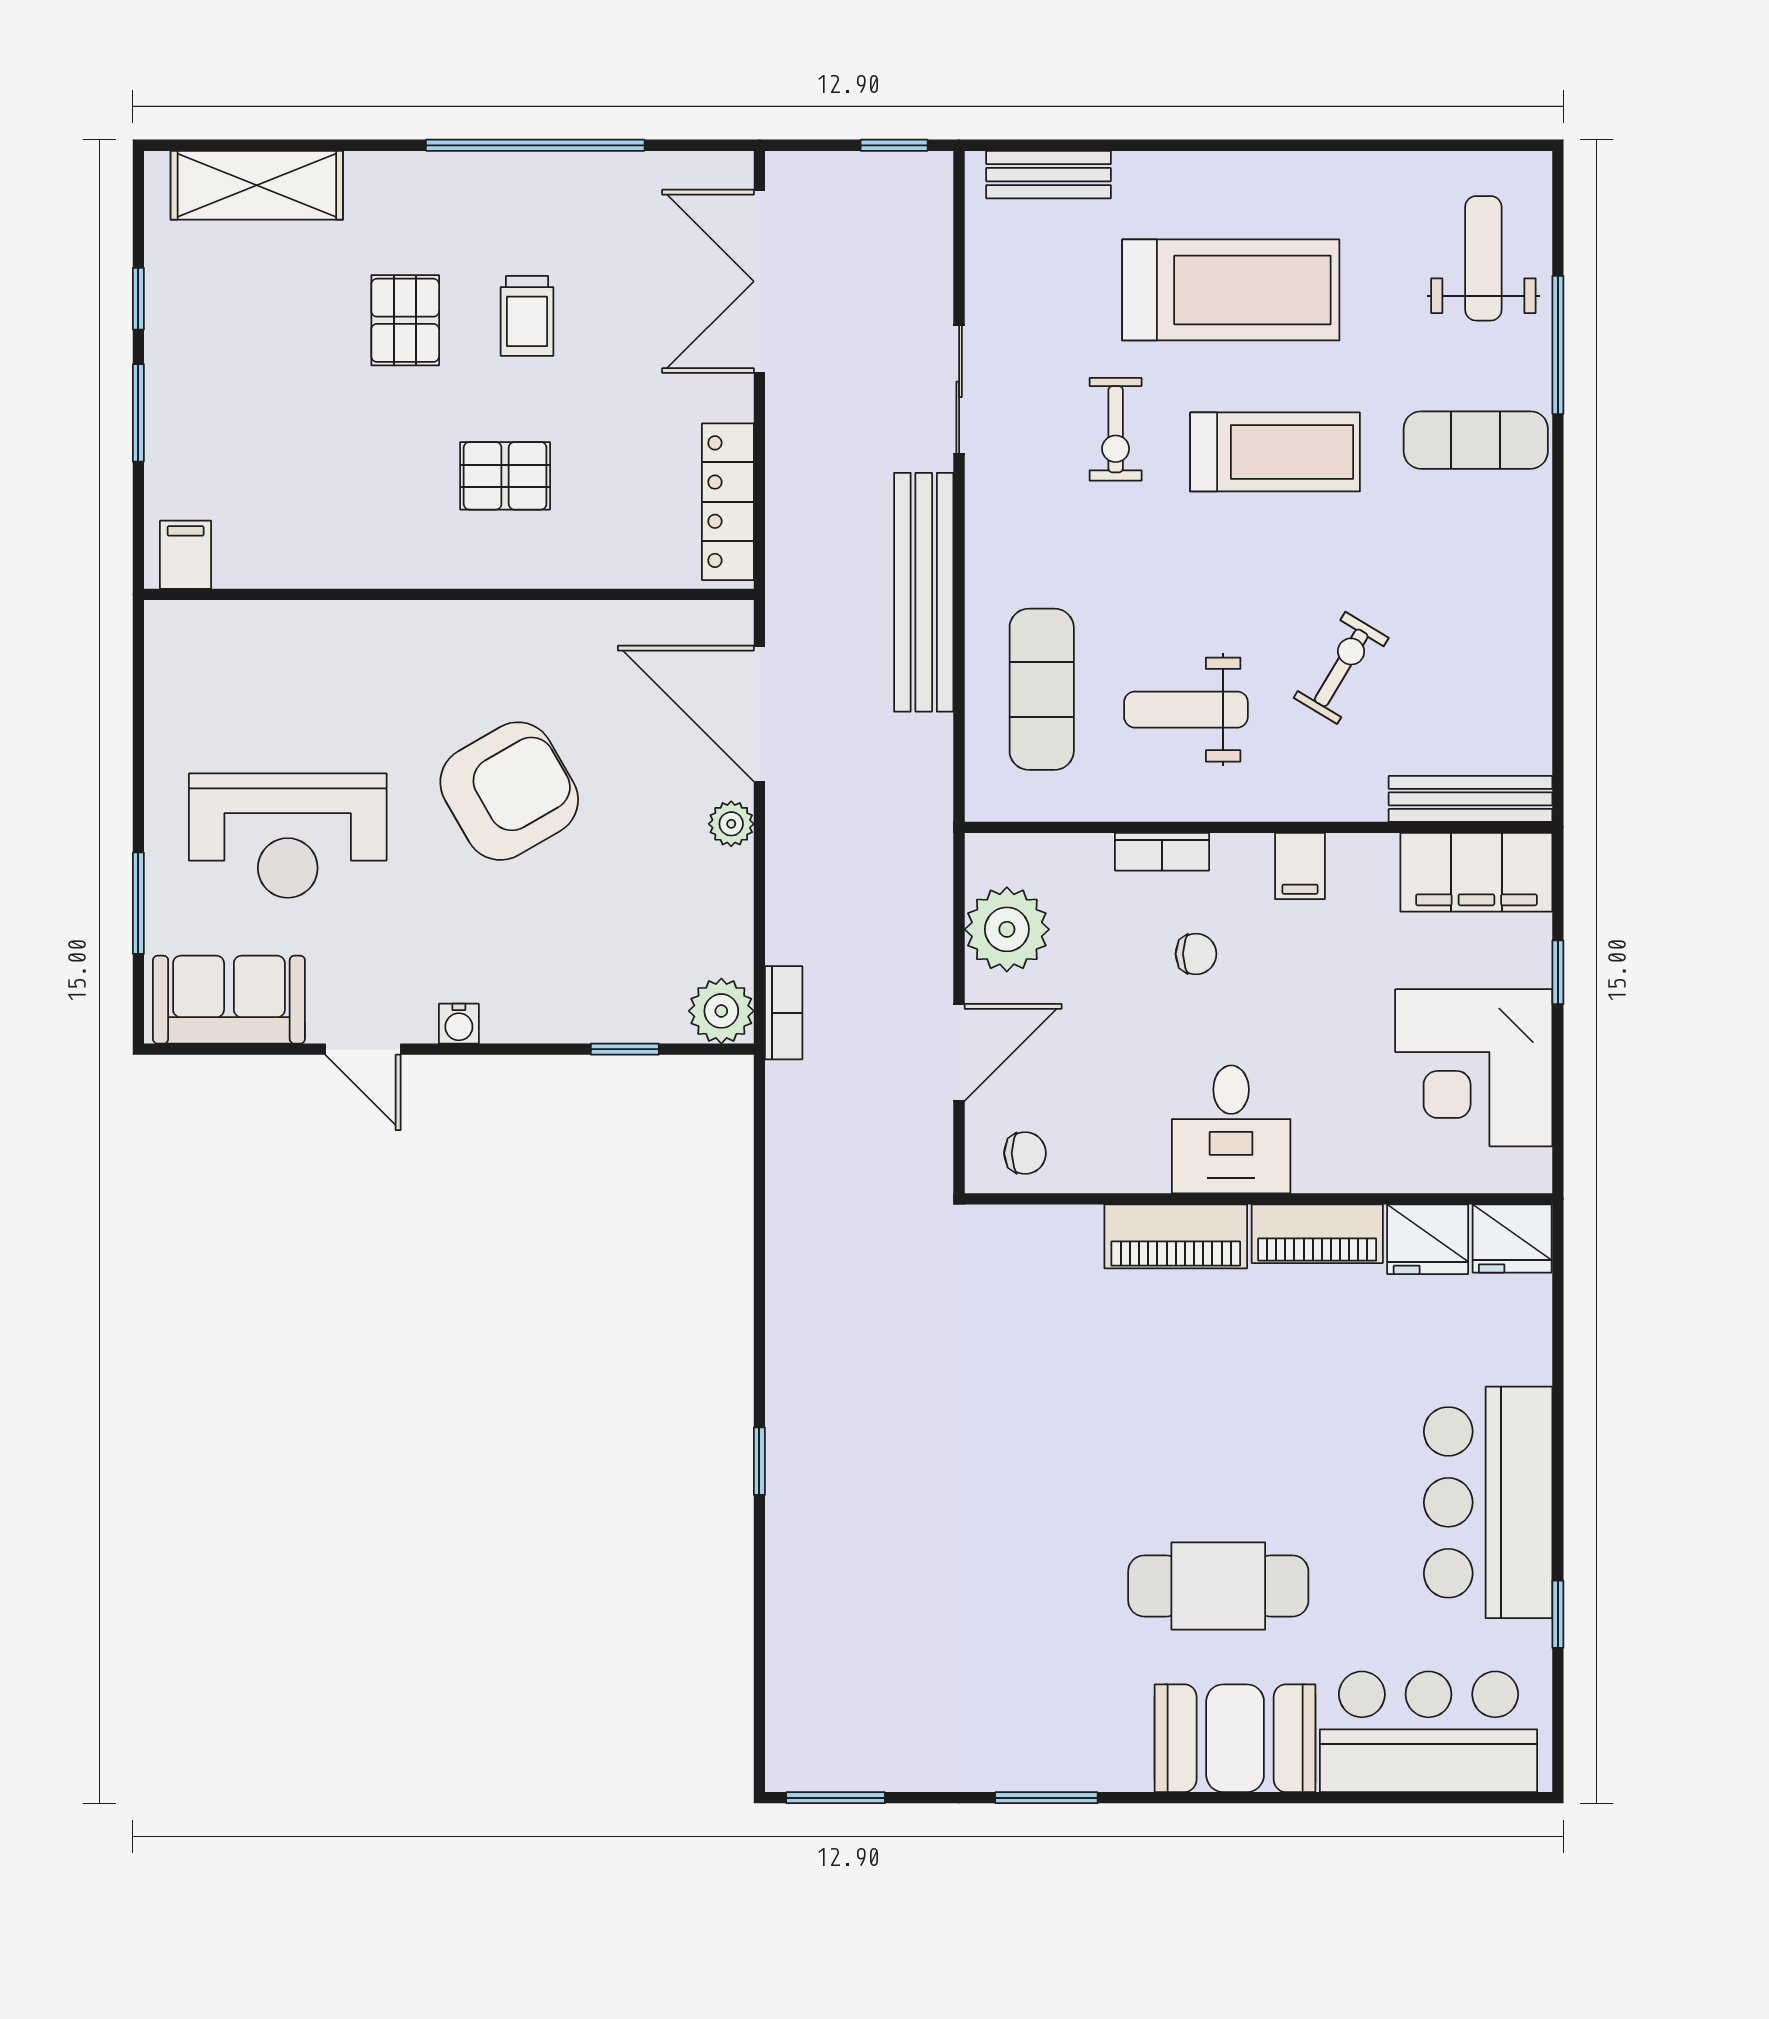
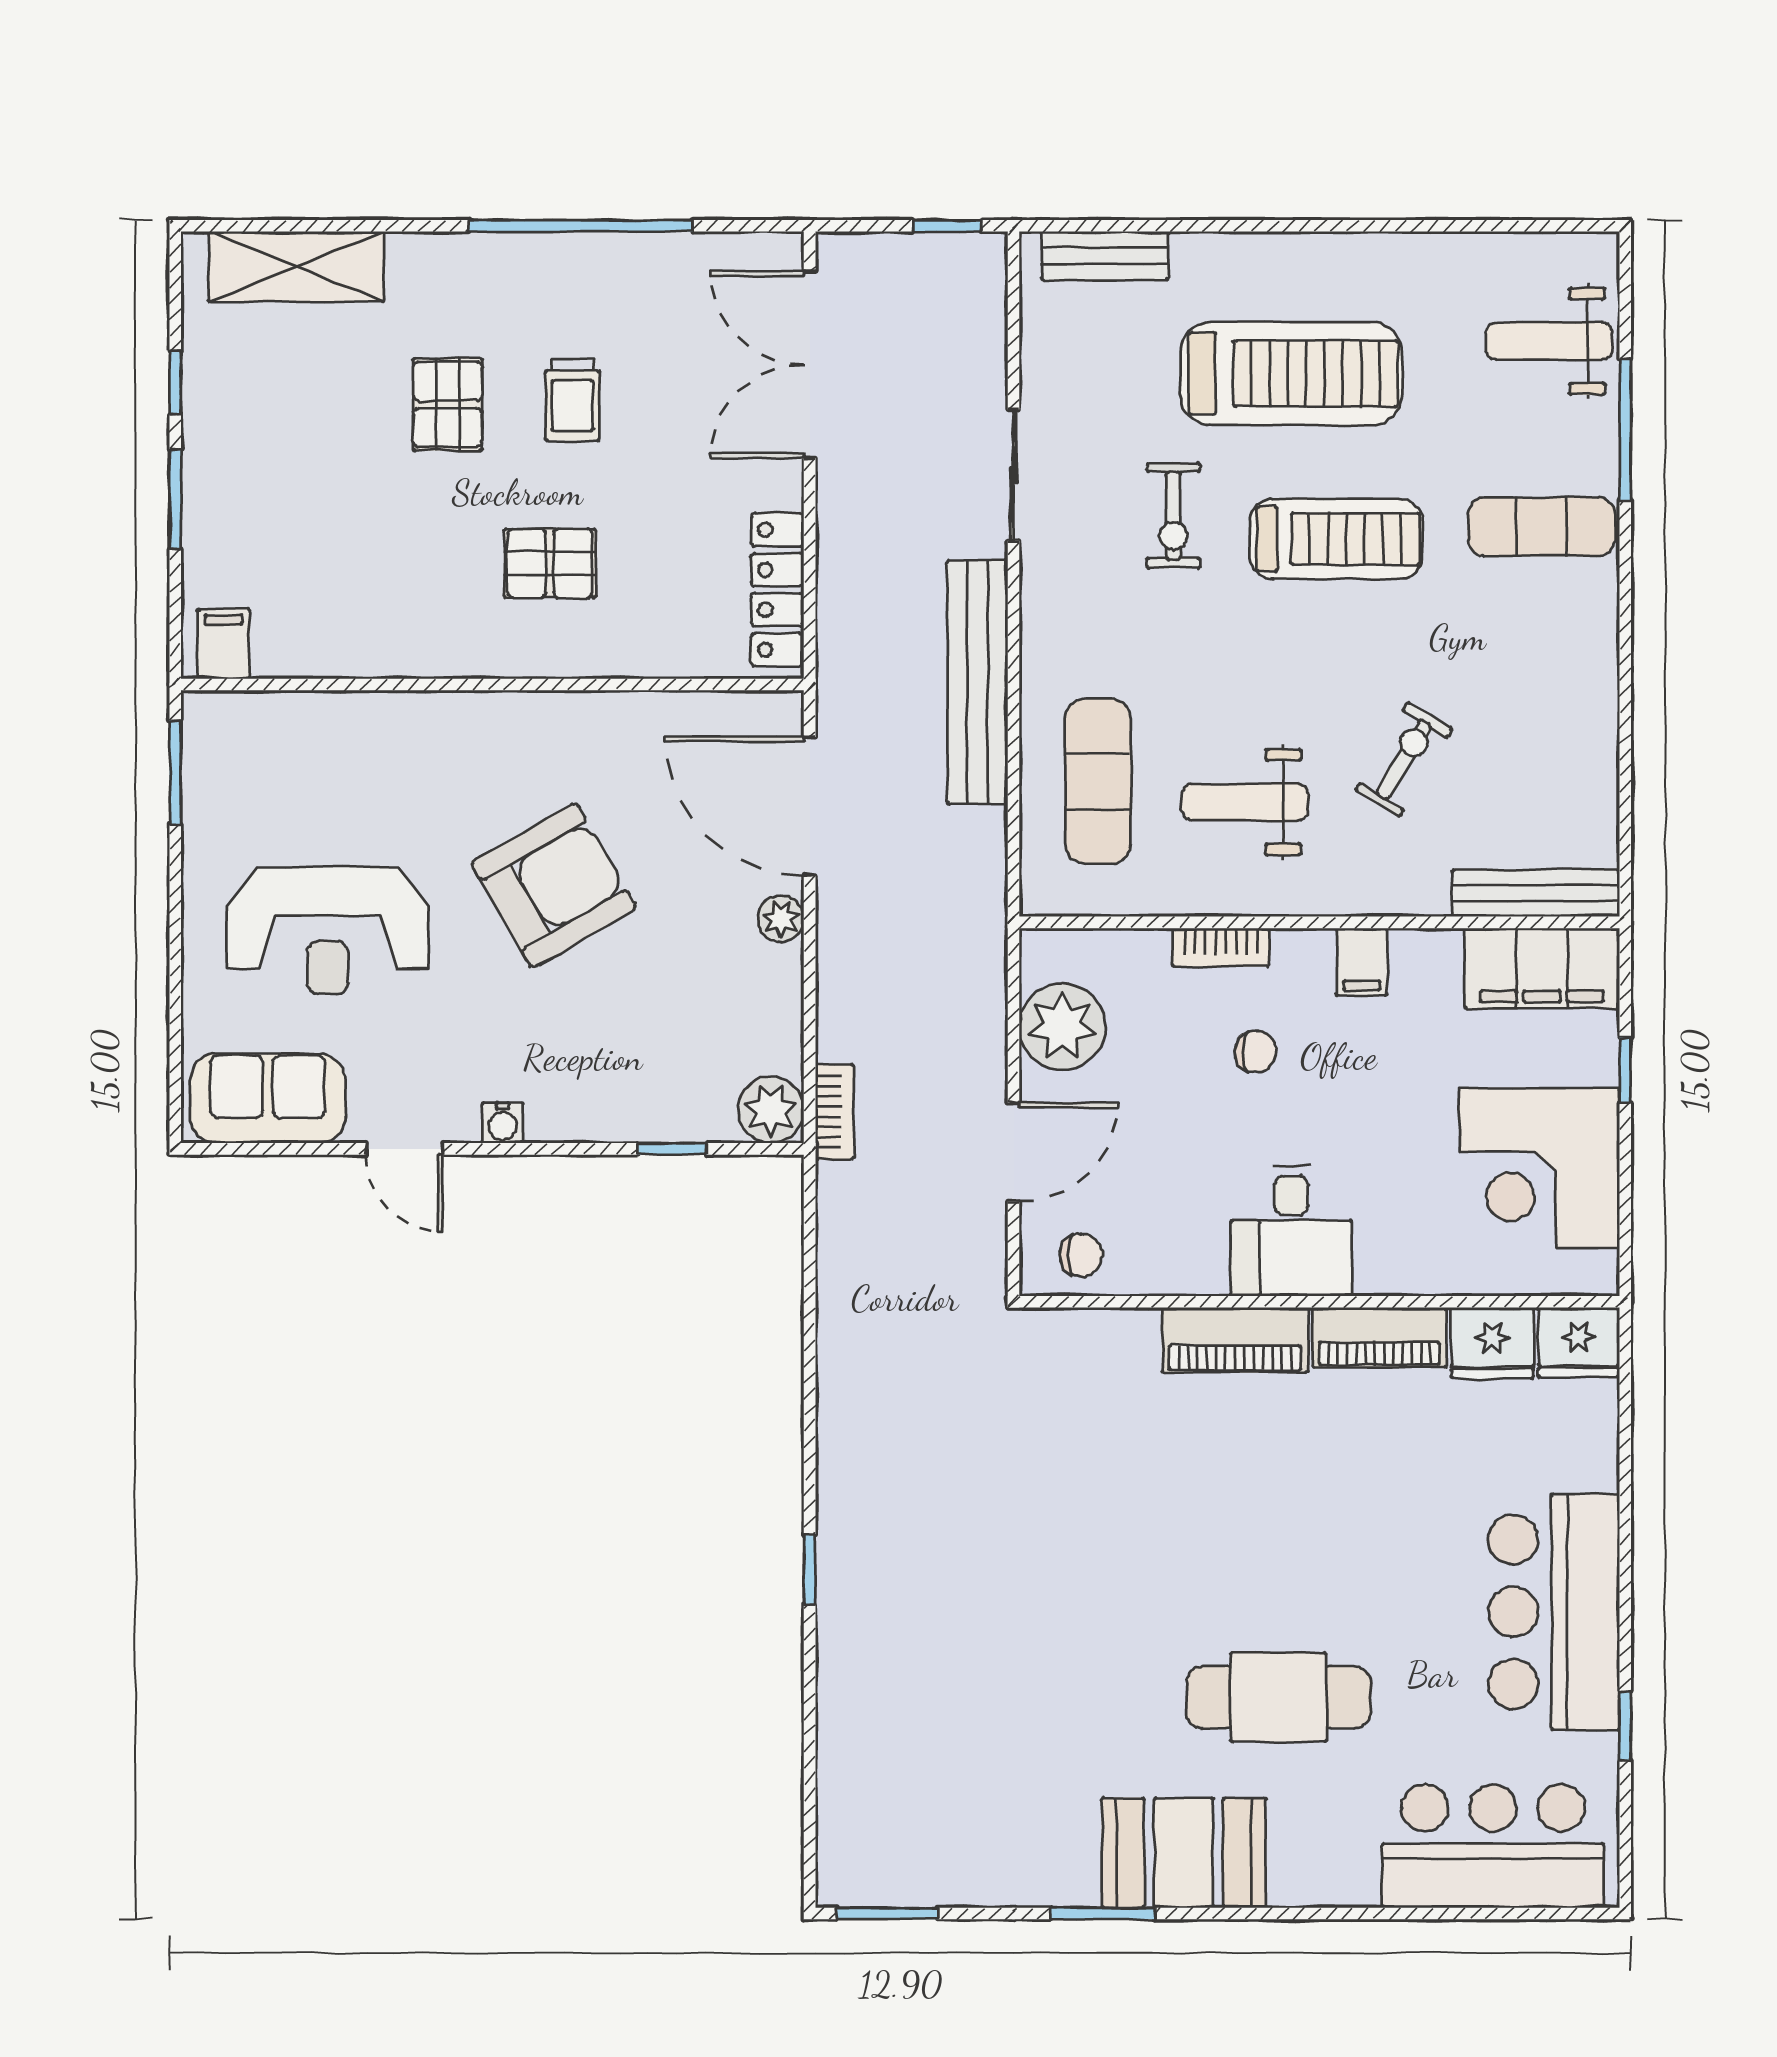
weight bench: (1483, 258) -> (1549, 341), turned -90
window: (138, 903) -> (175, 772), moved
booth: (1235, 1738) -> (1184, 1853), moved

